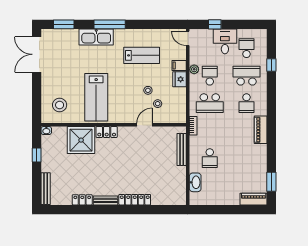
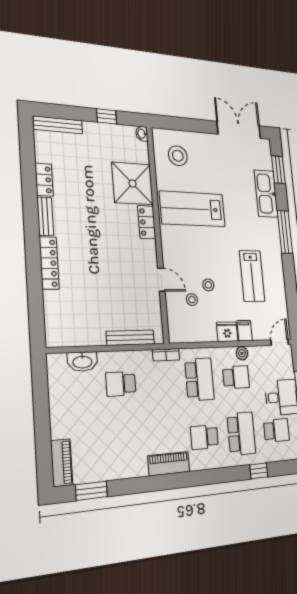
kitchen sink: (96, 37) -> (266, 194), moved
school desk: (210, 103) -> (199, 379), turned 180

